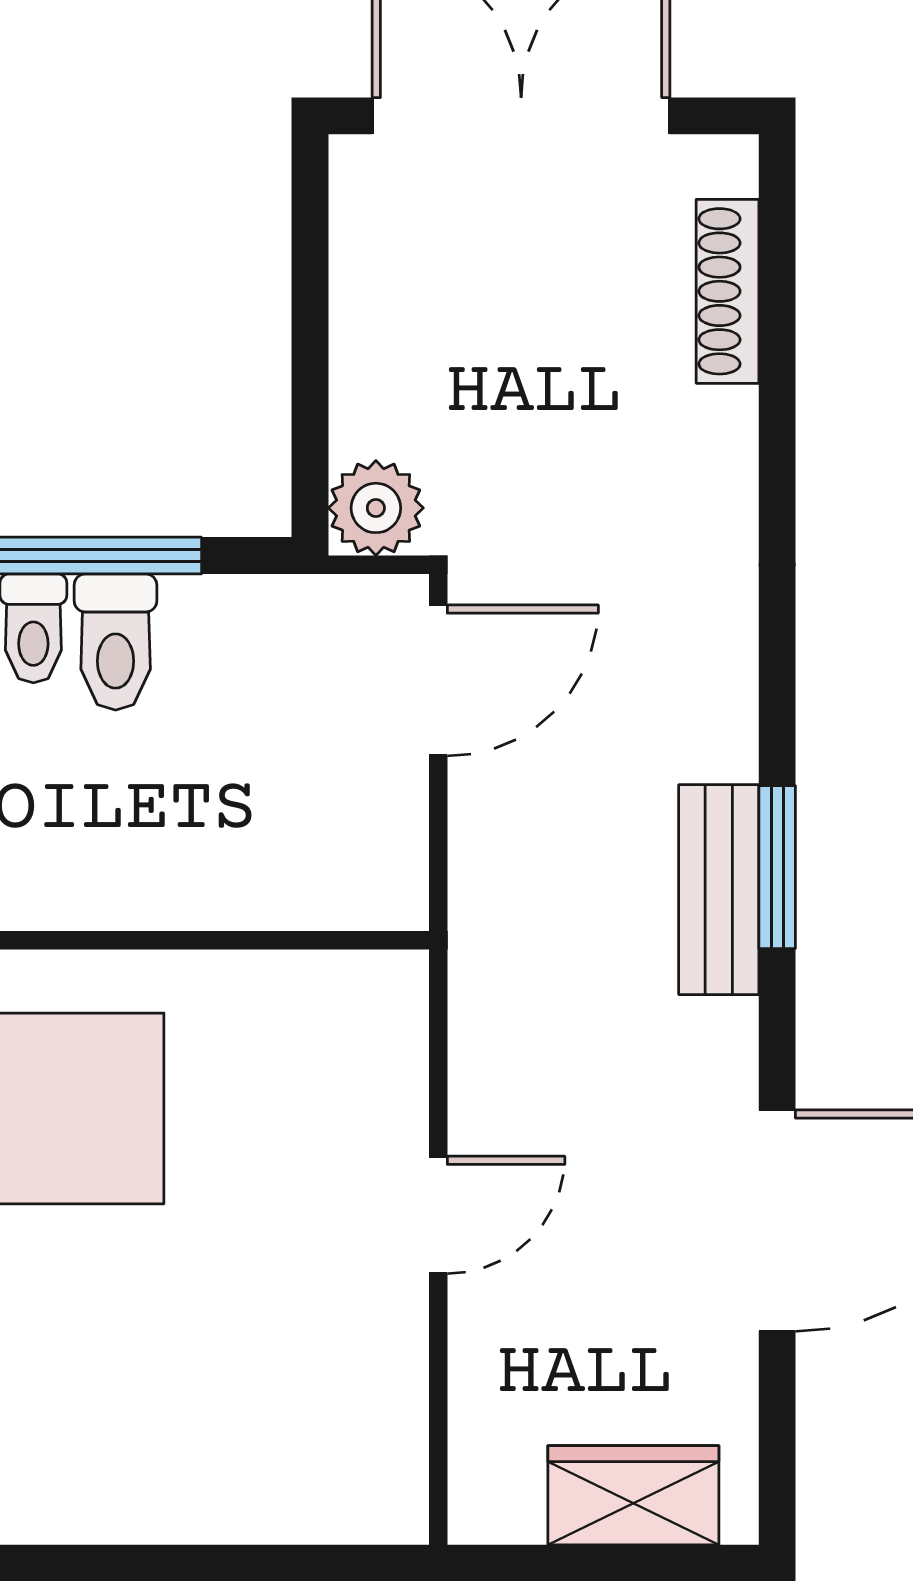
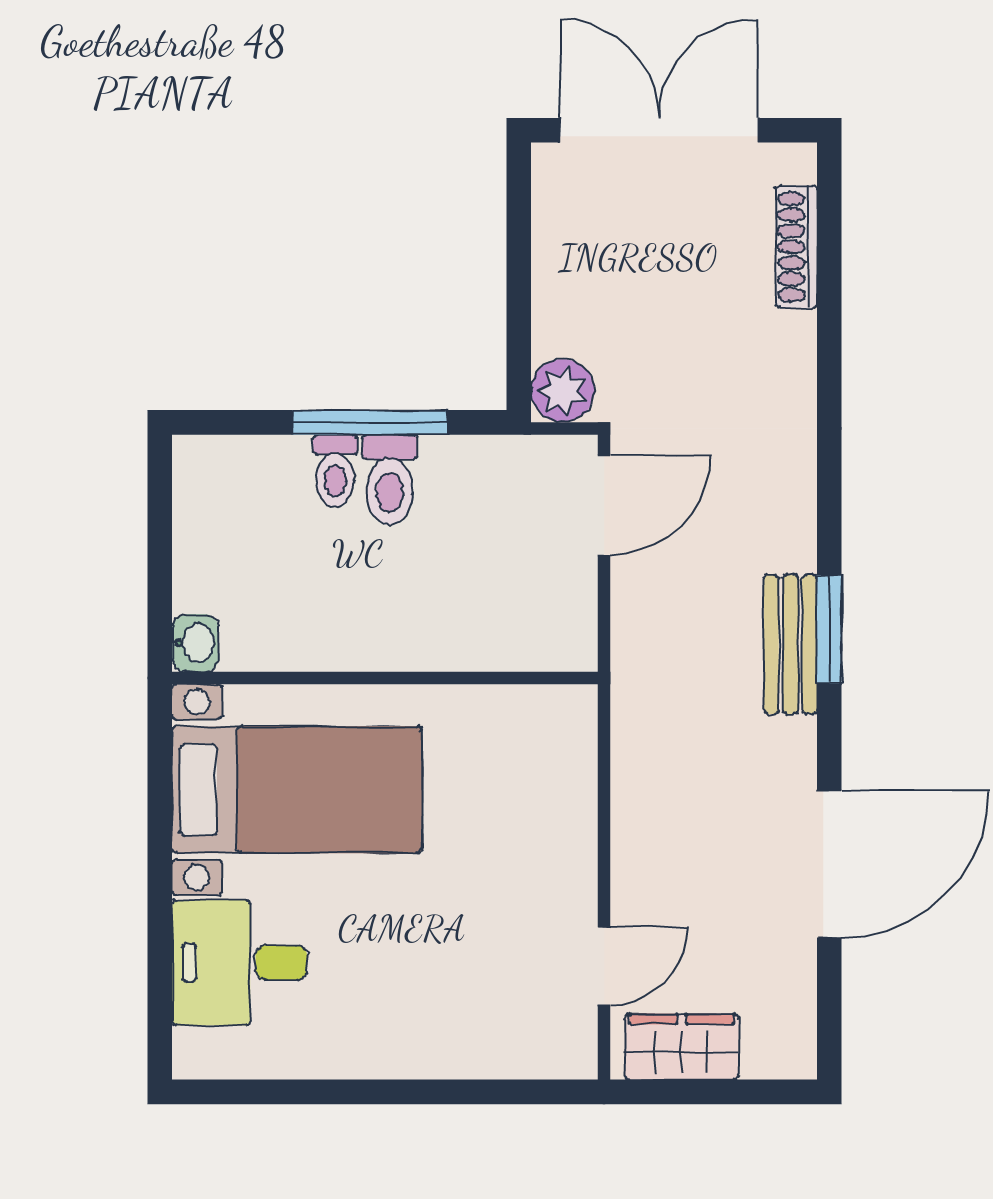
door: (438, 1215) -> (604, 966), moved
wardrobe: (633, 1495) -> (682, 1047), moved

